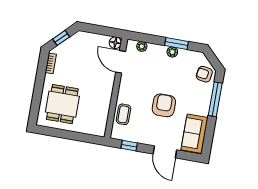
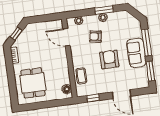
floor lamp: (115, 43) -> (67, 89), moved
armchair: (204, 74) -> (96, 37), moved
sofa: (195, 134) -> (136, 53), moved
window: (209, 135) -> (150, 71), added

